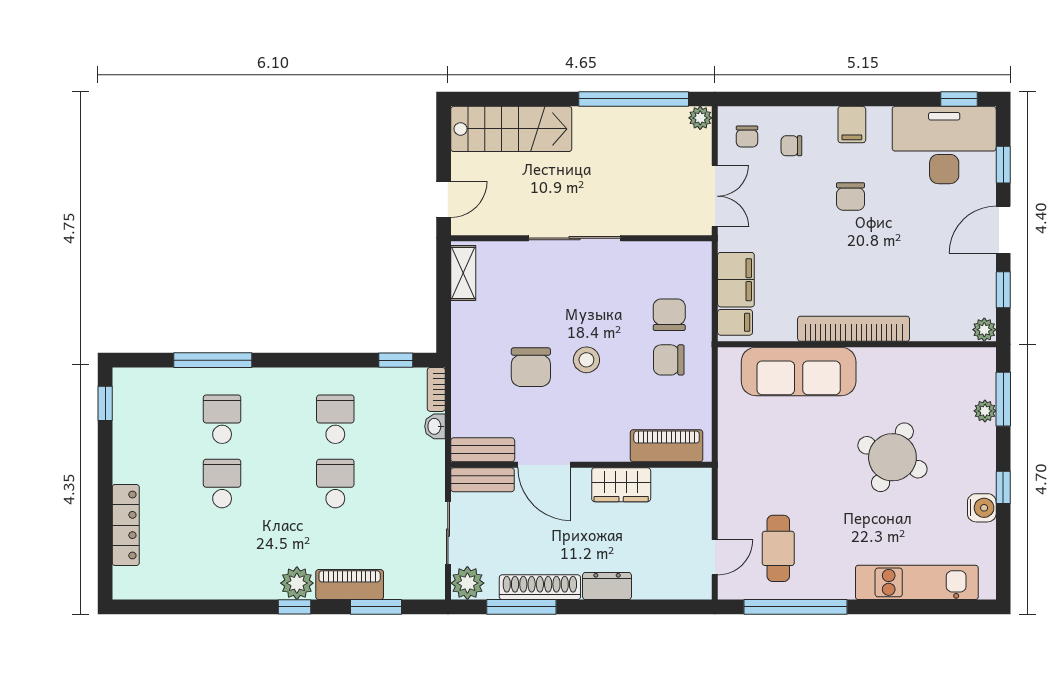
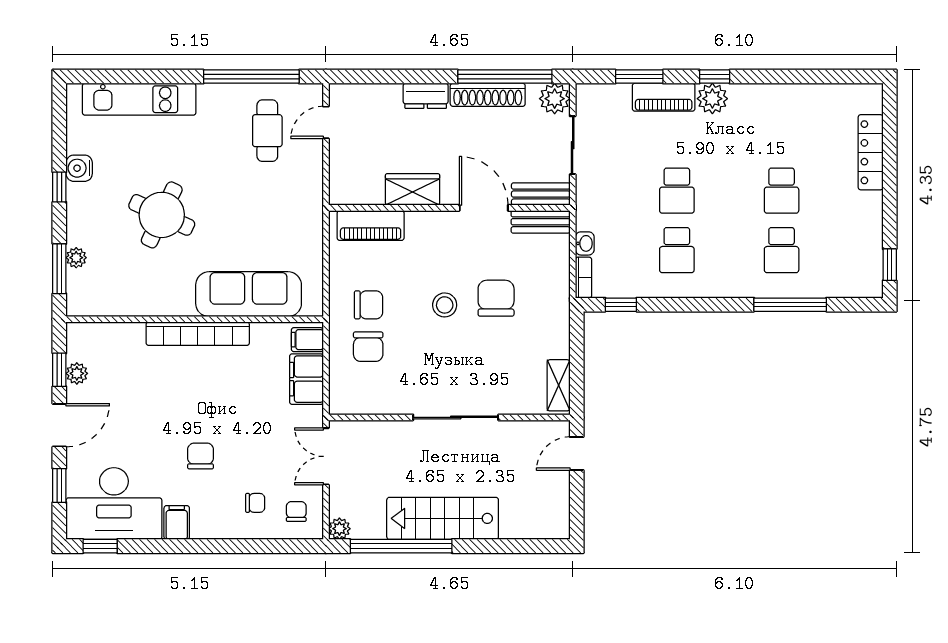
filing cabinet: (852, 125) -> (177, 523), moved
stairs: (511, 129) -> (443, 518), moved
plant: (984, 330) -> (77, 373), moved
window: (521, 607) -> (505, 77), width x1.46

